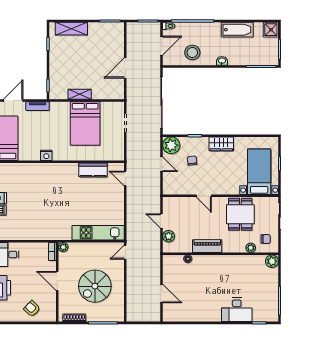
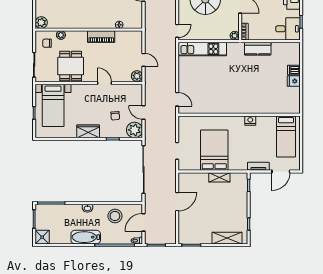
bathtub: (237, 30) -> (86, 237), moved
kitchen counter: (93, 170) -> (258, 49), moved, turned 180
plant: (169, 236) -> (137, 76), moved

